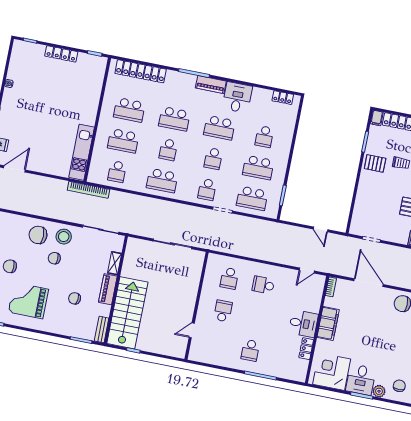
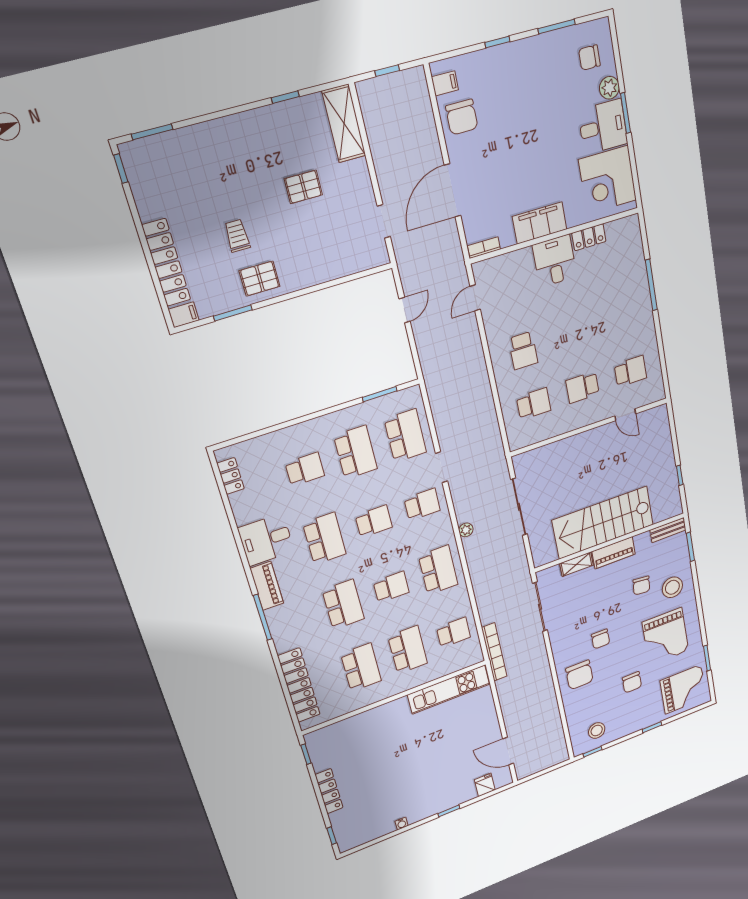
pallet: (375, 163) -> (260, 279), turned 90
plant: (177, 207) -> (466, 530), added
stool: (64, 237) -> (672, 587), moved
door: (307, 270) -> (475, 298), swing flipped
stairs: (127, 313) -> (603, 522), moved
school desk: (250, 350) -> (630, 371), moved

